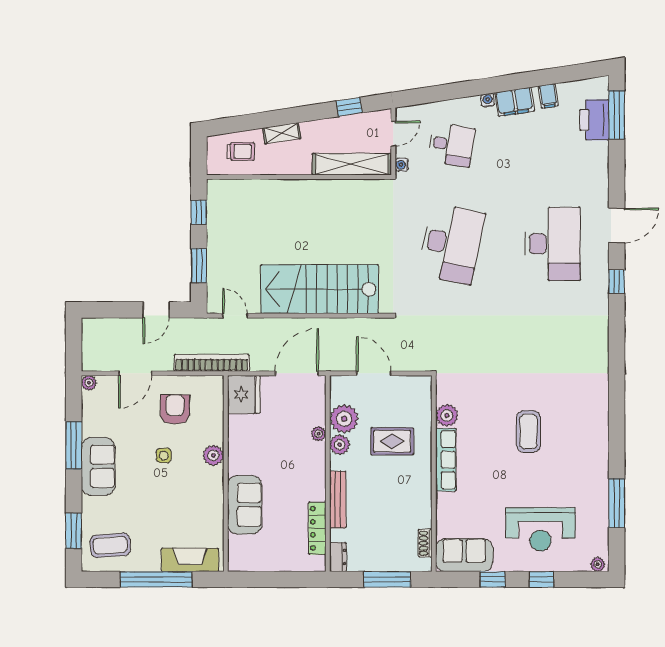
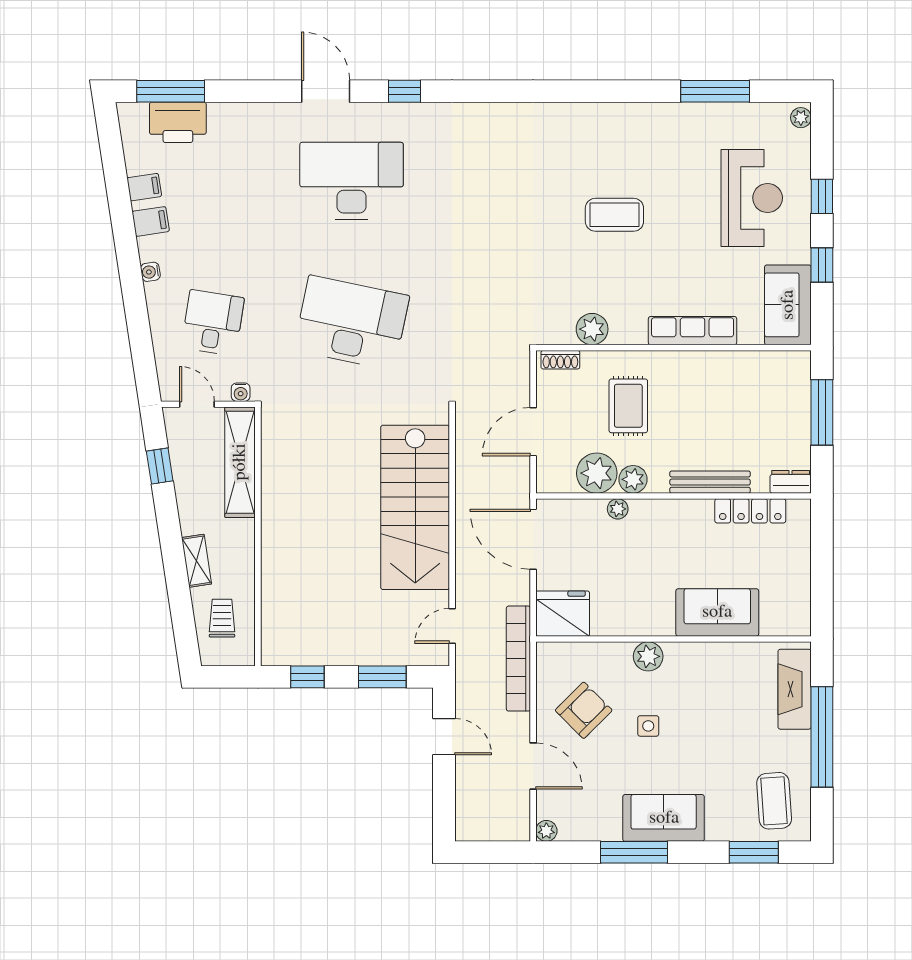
filing cabinet: (515, 102) -> (151, 221), width x0.50
armchair: (175, 409) -> (584, 710), turned 135
row of seats: (446, 460) -> (693, 331), moved
shoe rack: (425, 543) -> (560, 360), moved

